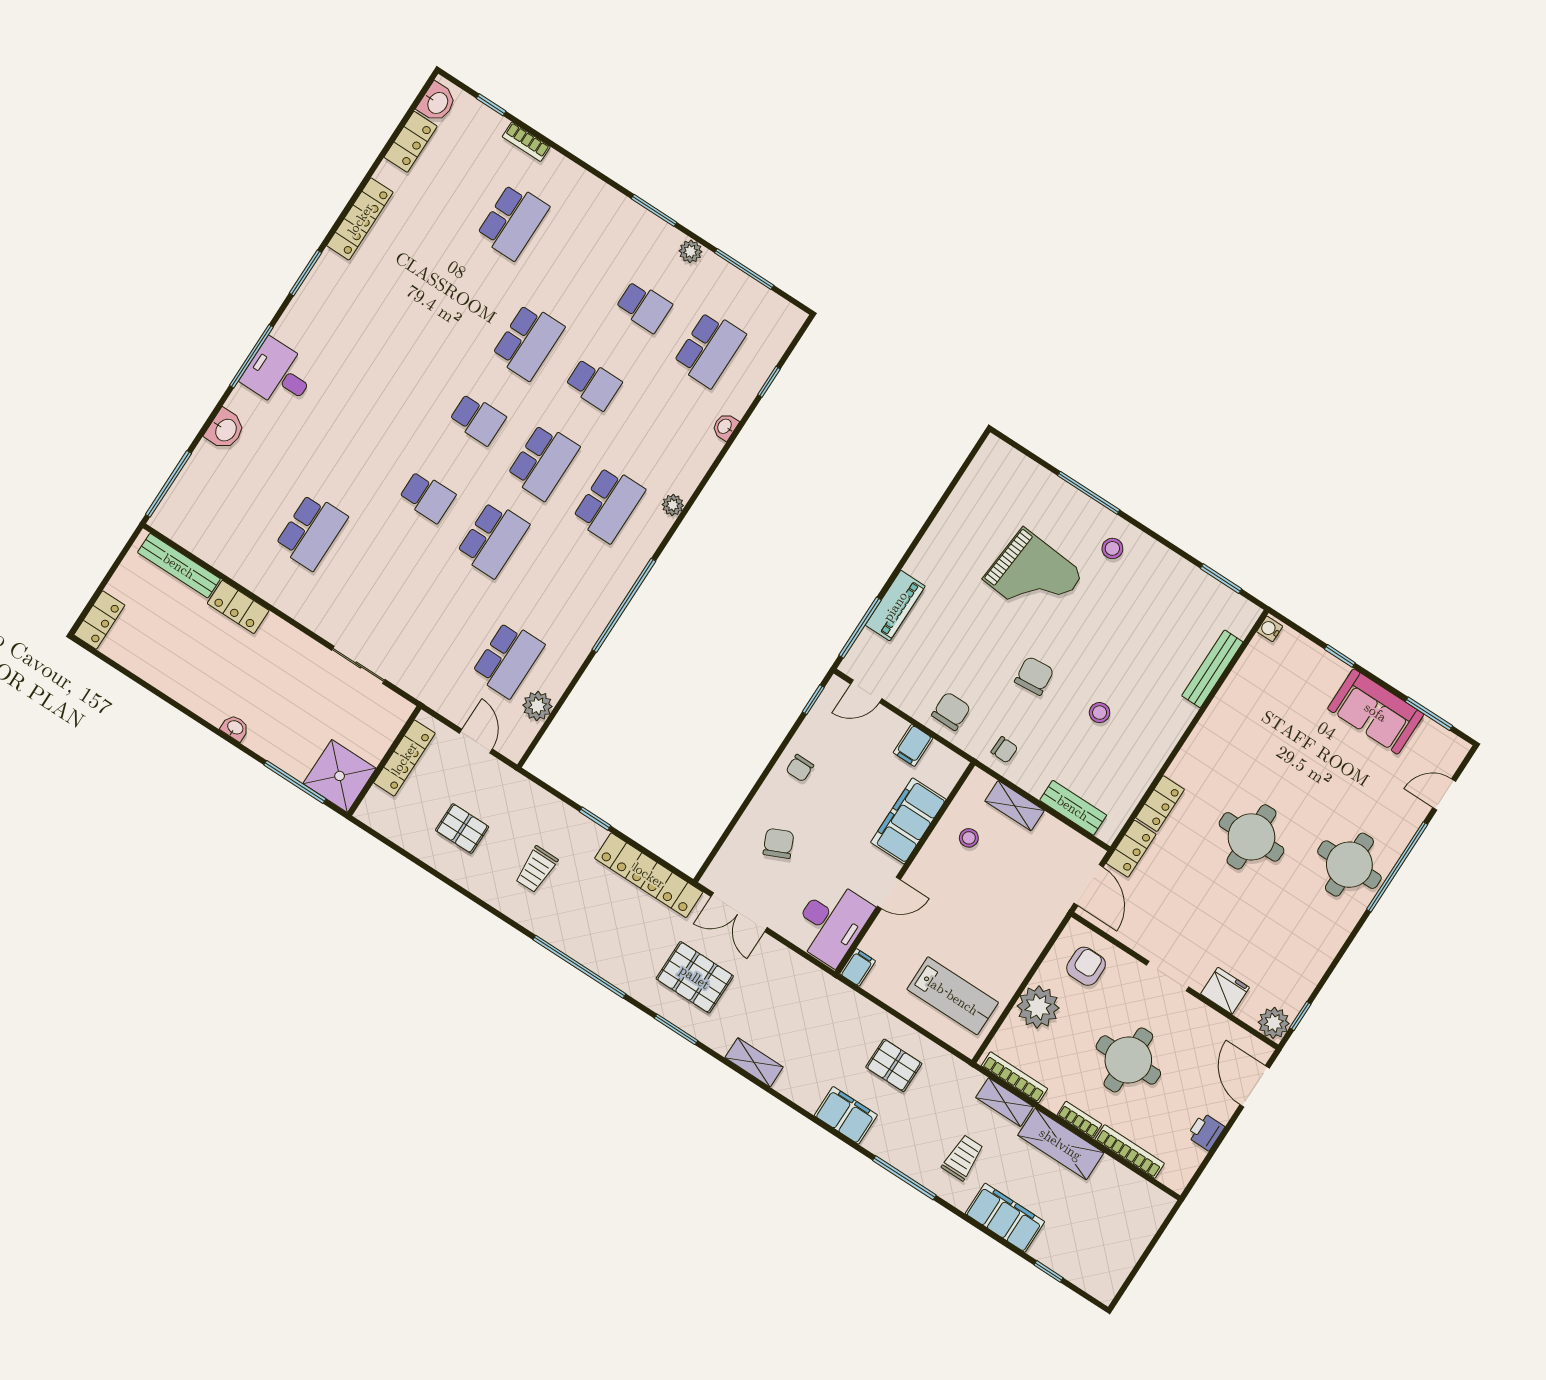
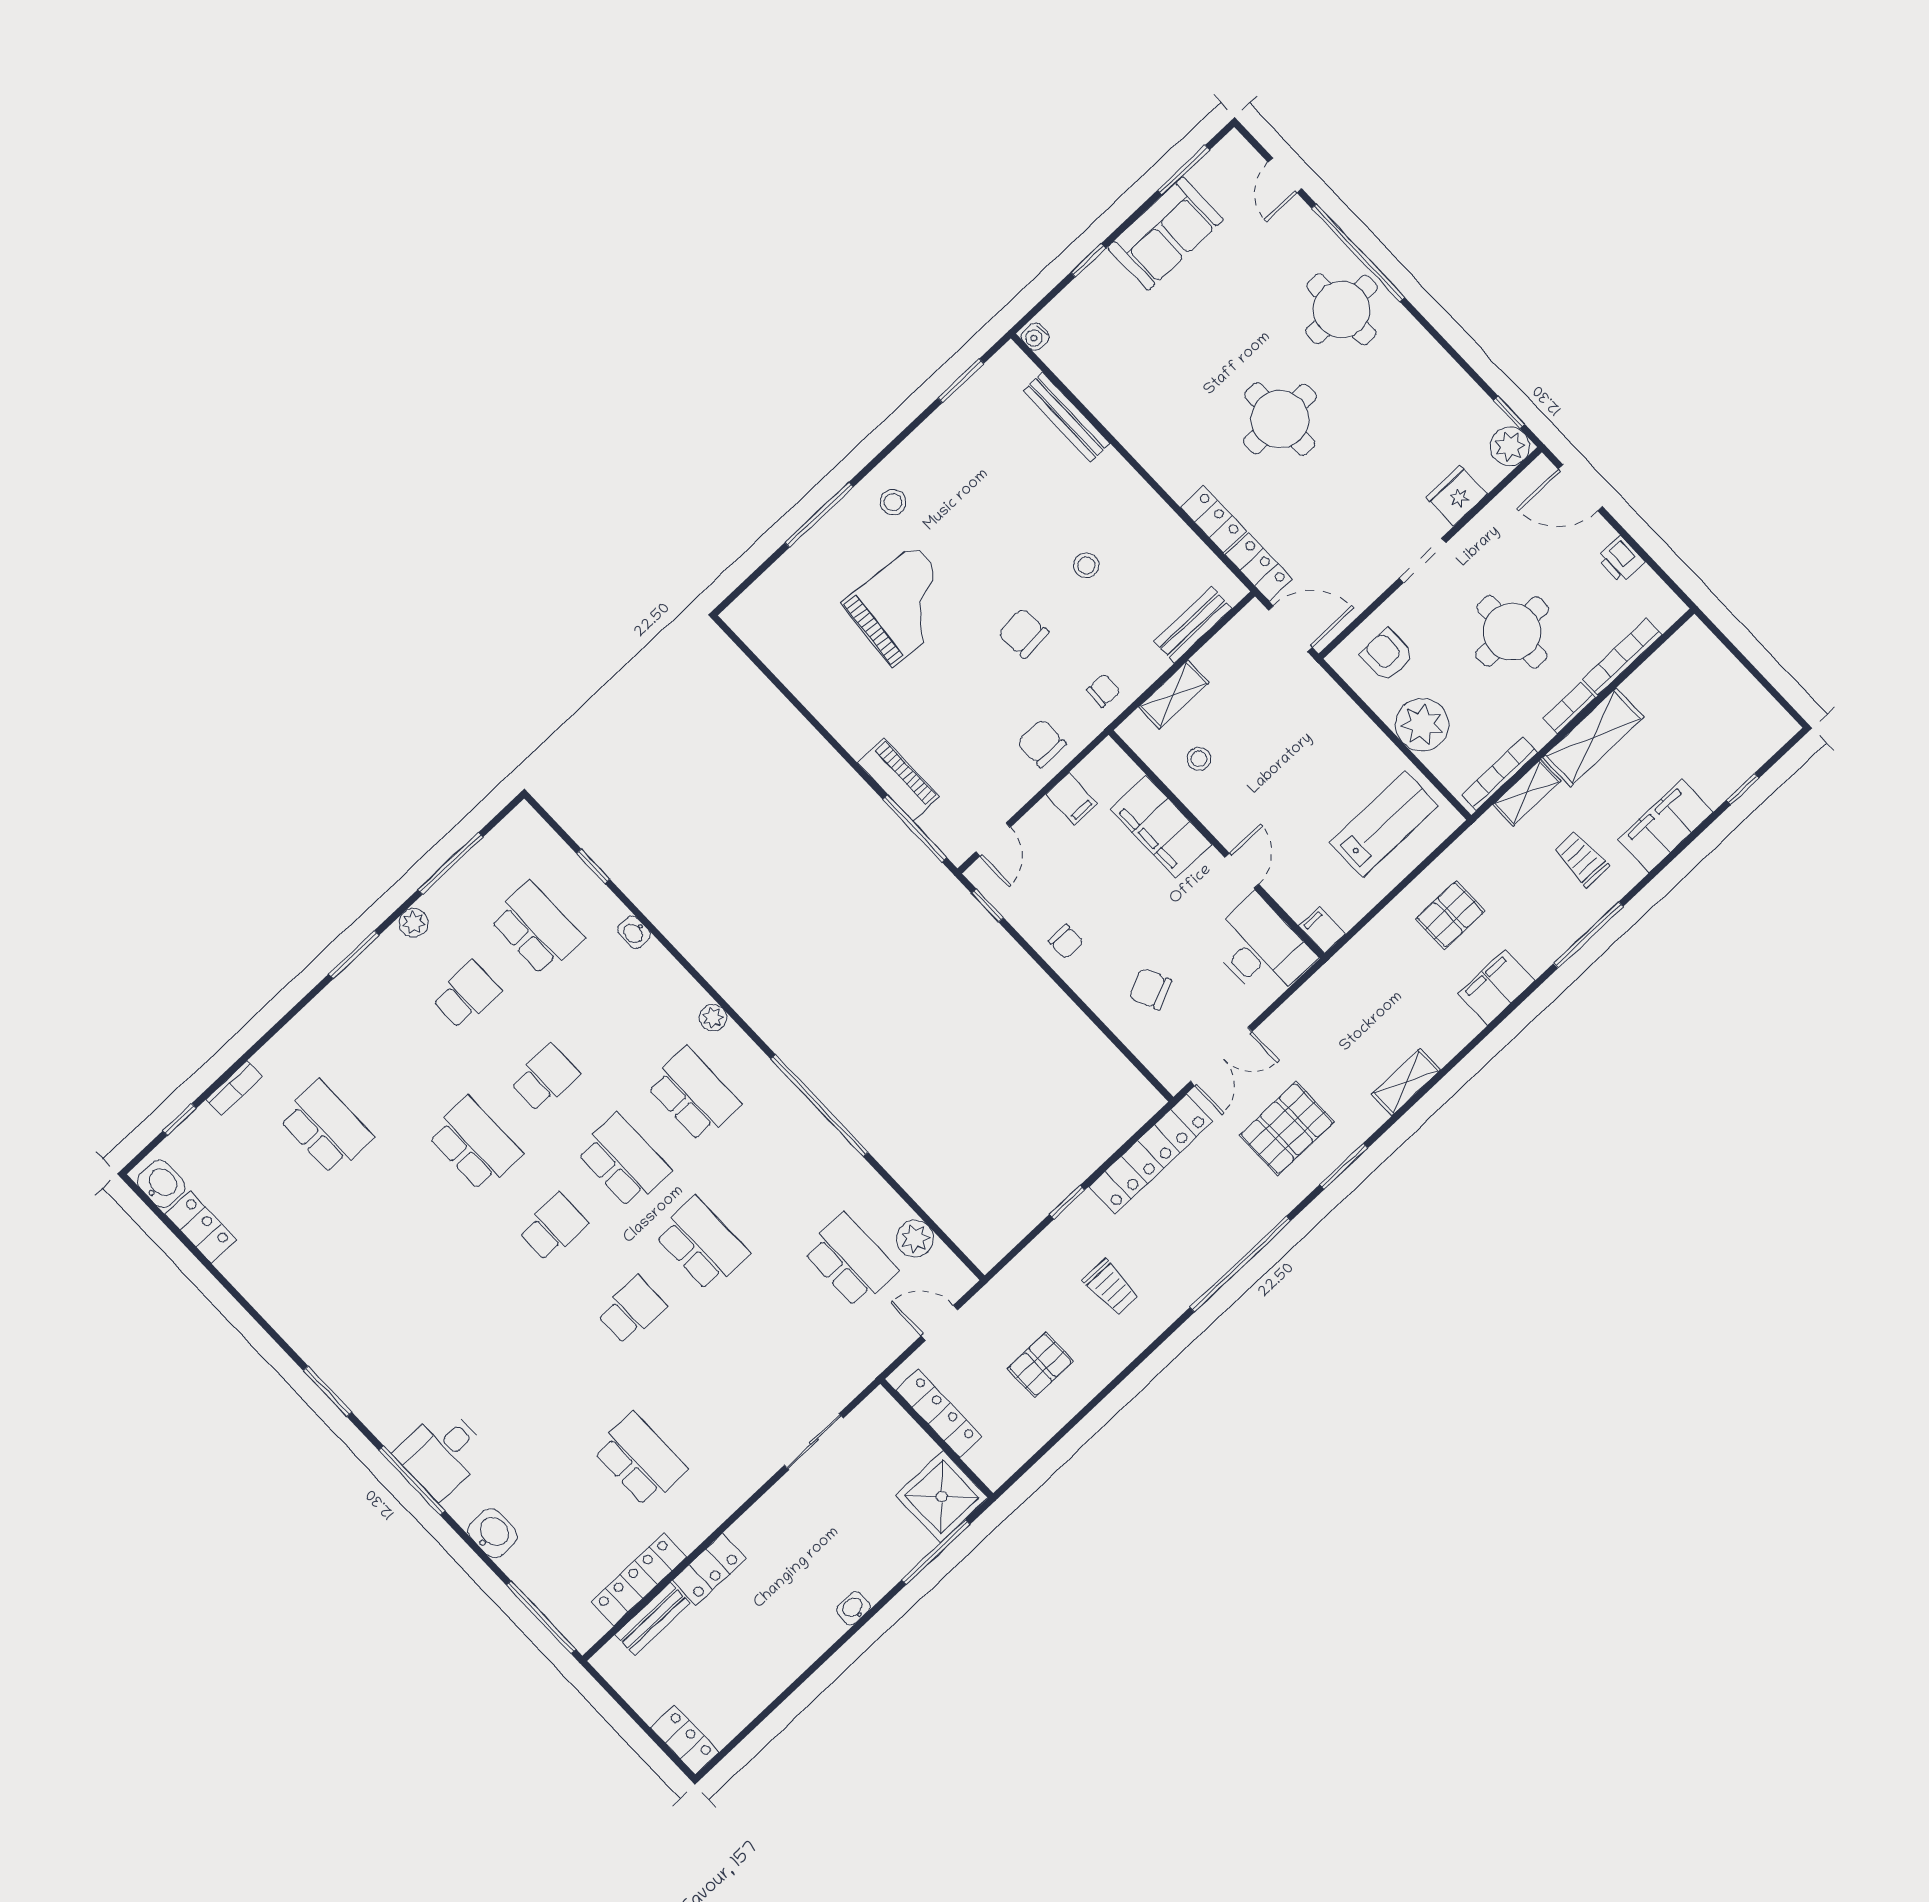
locker: (360, 219) -> (639, 1579), moved, turned -90
bench: (179, 566) -> (652, 1619), width x0.73

